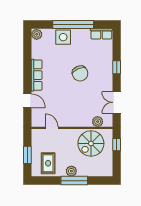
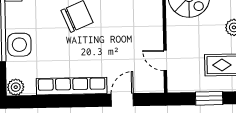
row of seats: (37, 75) -> (72, 86), width x1.36
door: (52, 128) -> (165, 60), hinge flipped

